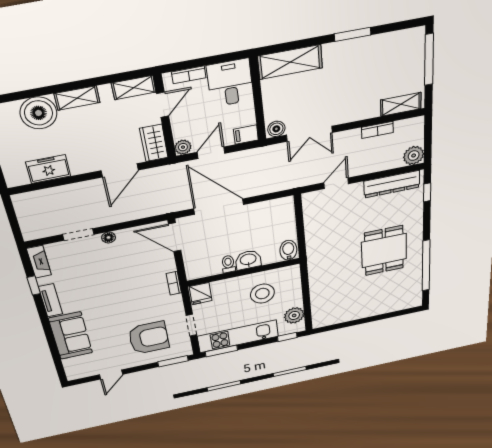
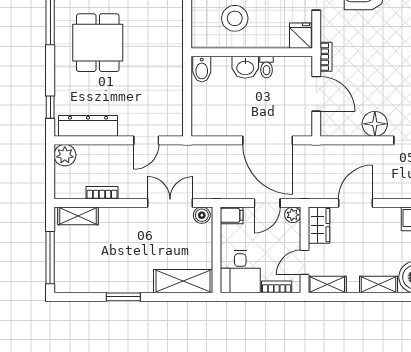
floor lamp: (109, 237) -> (375, 124), width x1.89, depth x1.89
door: (175, 237) -> (316, 94), moved

